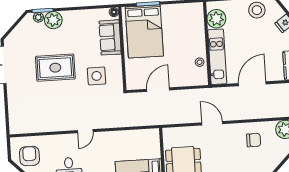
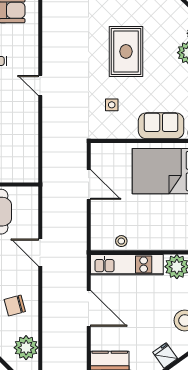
side table: (97, 76) -> (112, 105), width x0.54, depth x0.54
door: (212, 123) -> (40, 253), swing flipped
chair: (254, 140) -> (15, 306), turned 75

